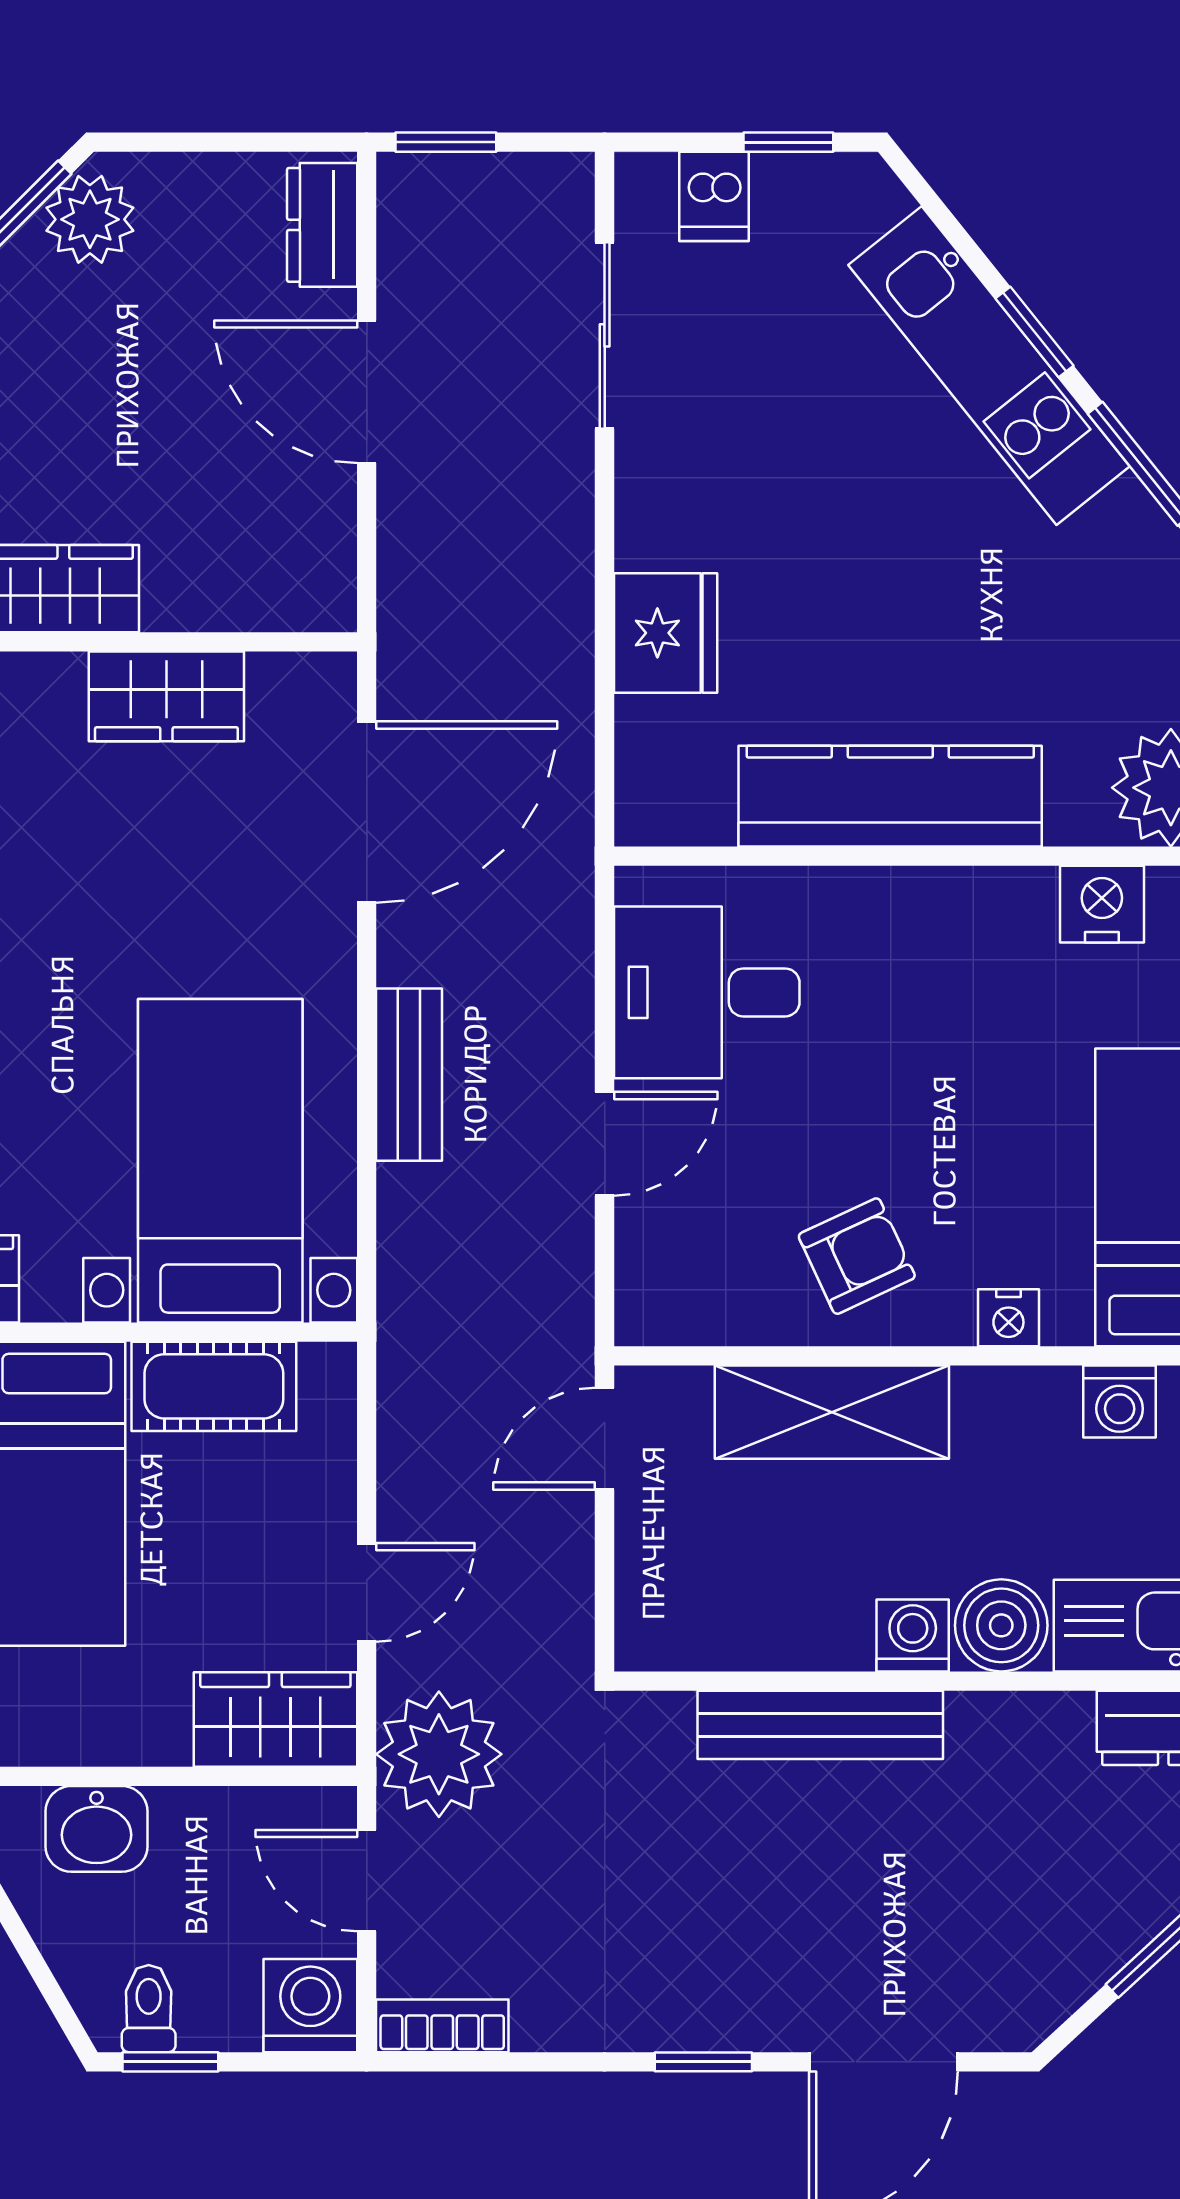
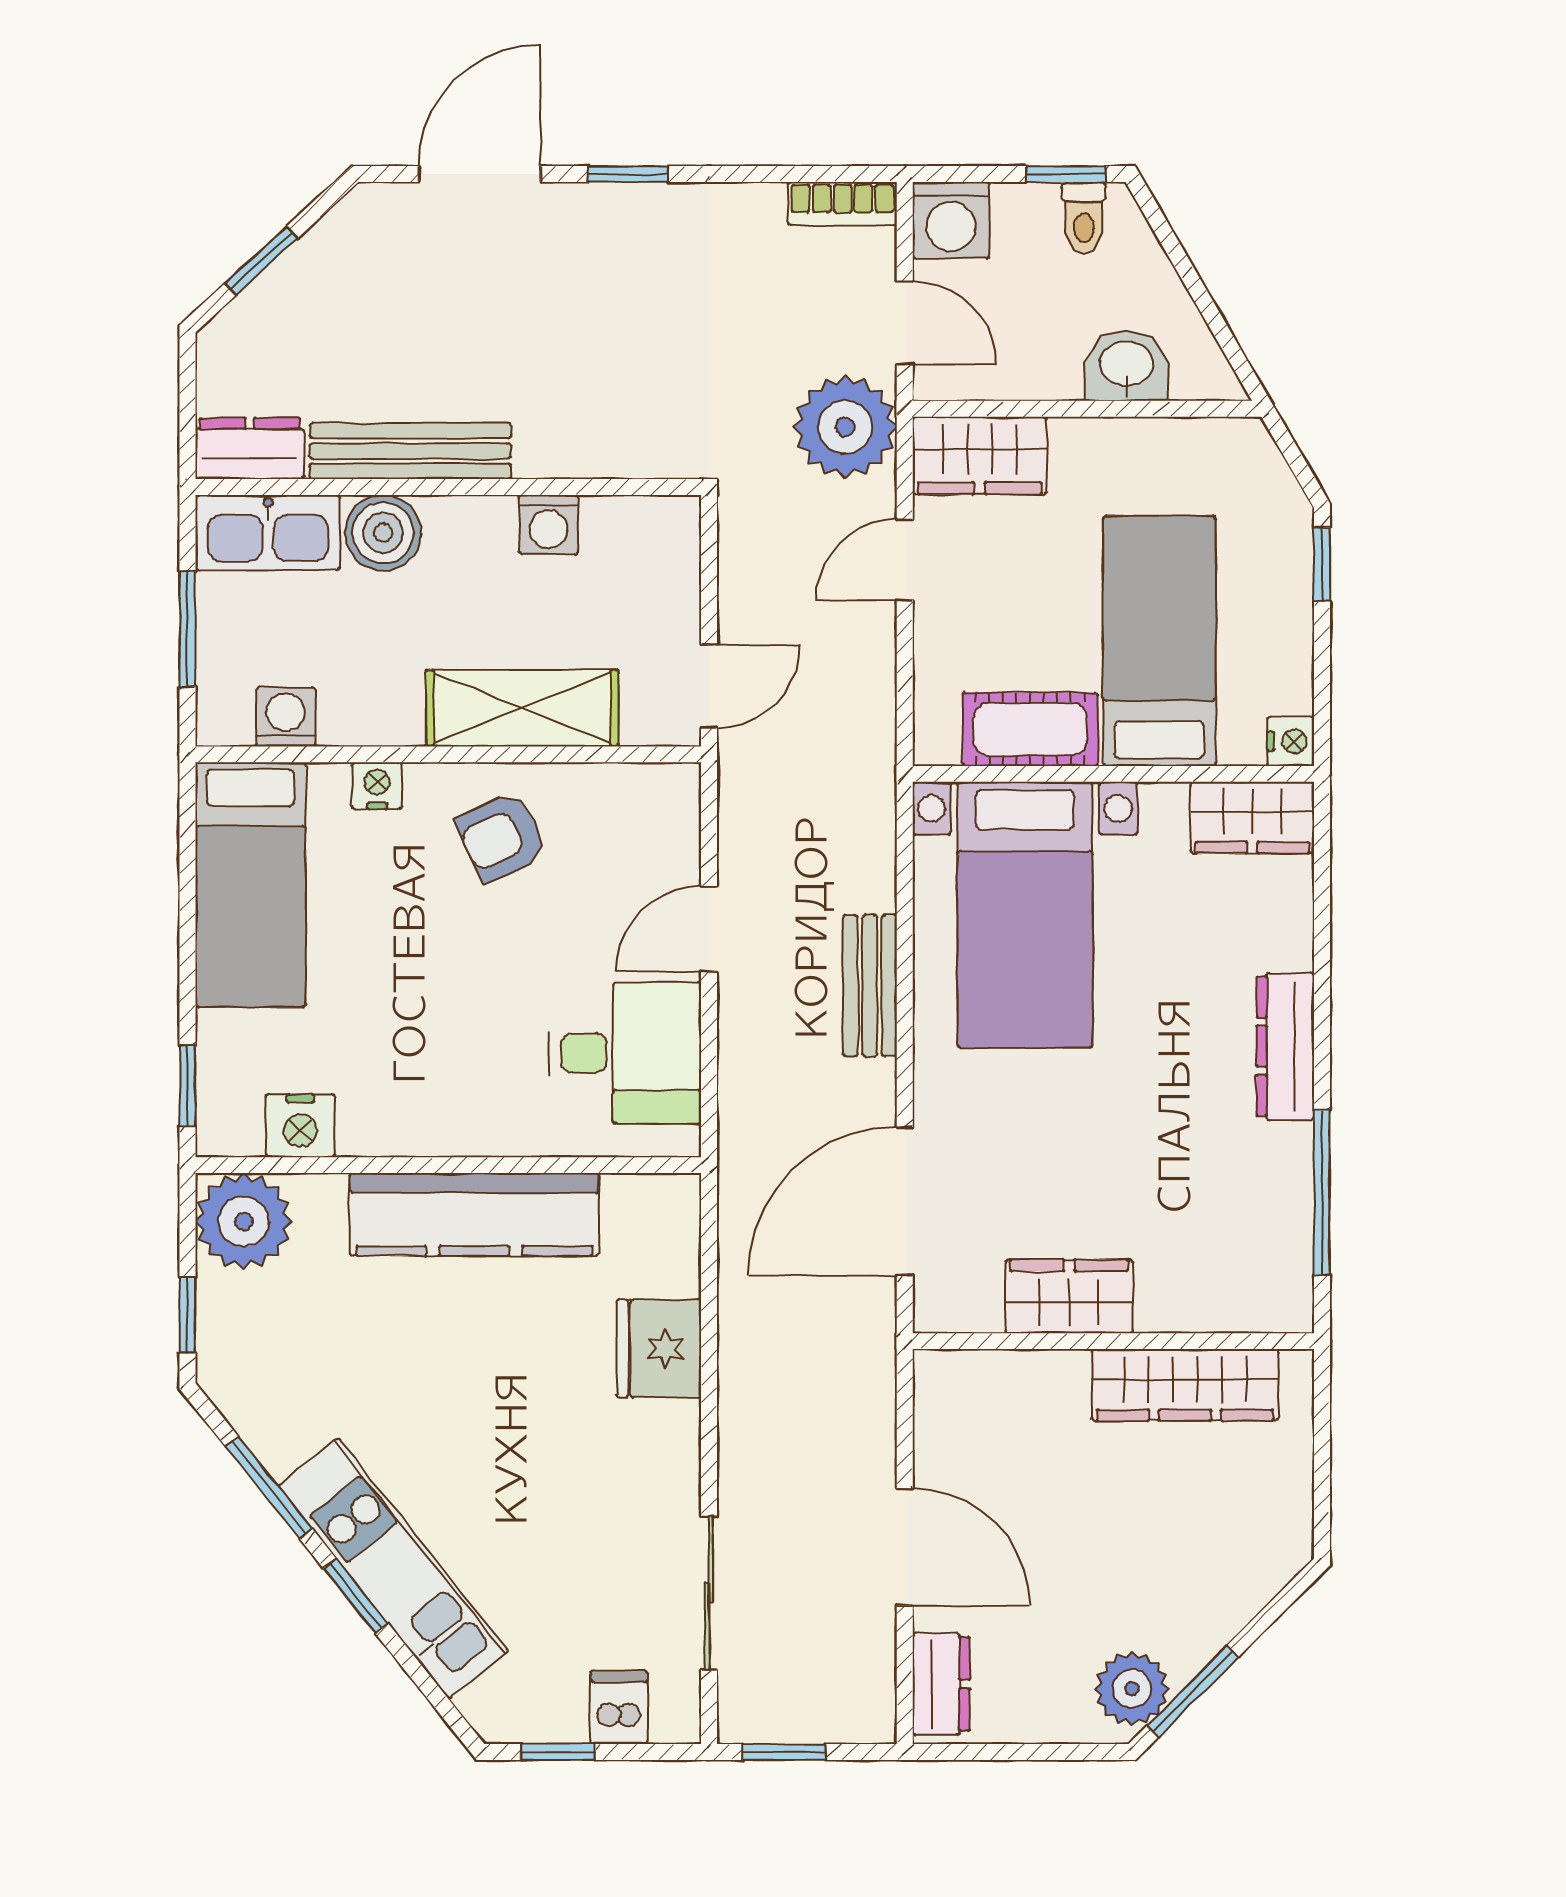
window: (446, 142) -> (784, 1752), moved
washing machine: (913, 1636) -> (549, 524), moved
bench: (820, 1725) -> (410, 451), moved

